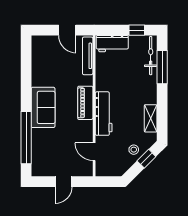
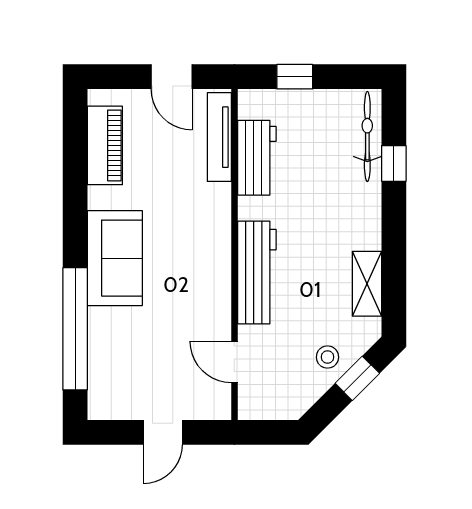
window: (137, 30) -> (295, 77), moved
workbench: (112, 44) -> (257, 158), moved, turned -90
window: (162, 67) -> (394, 163), width x0.46
piano: (85, 103) -> (105, 145), moved, turned 180

